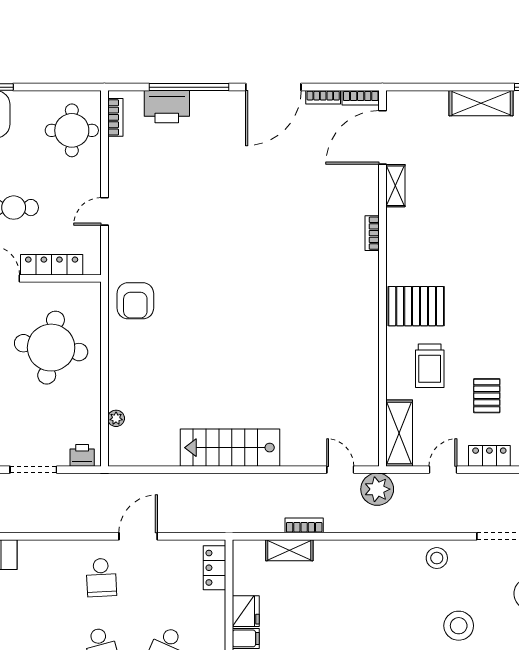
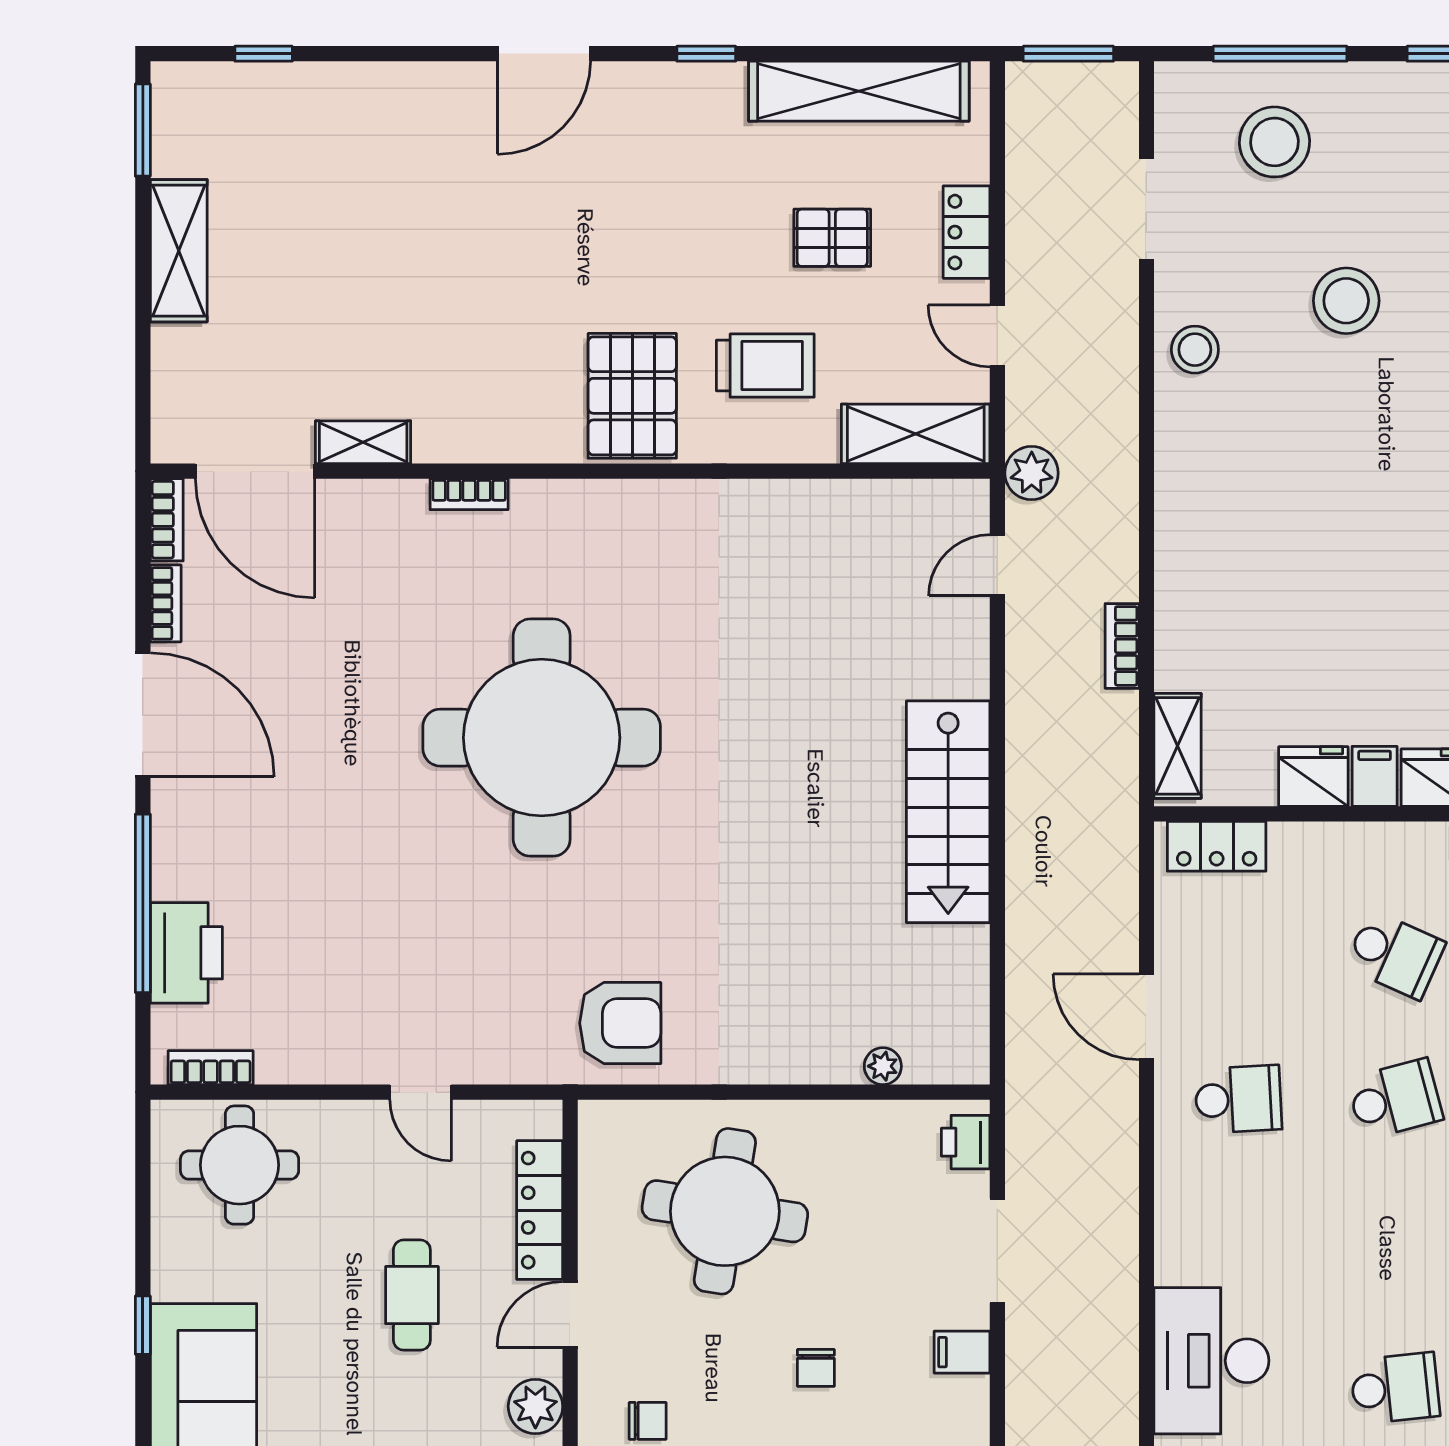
round table: (263, 266) -> (542, 738), added
plant: (377, 489) -> (1032, 473), width x0.73, depth x0.73
shelving: (289, 550) -> (1178, 746), moved

